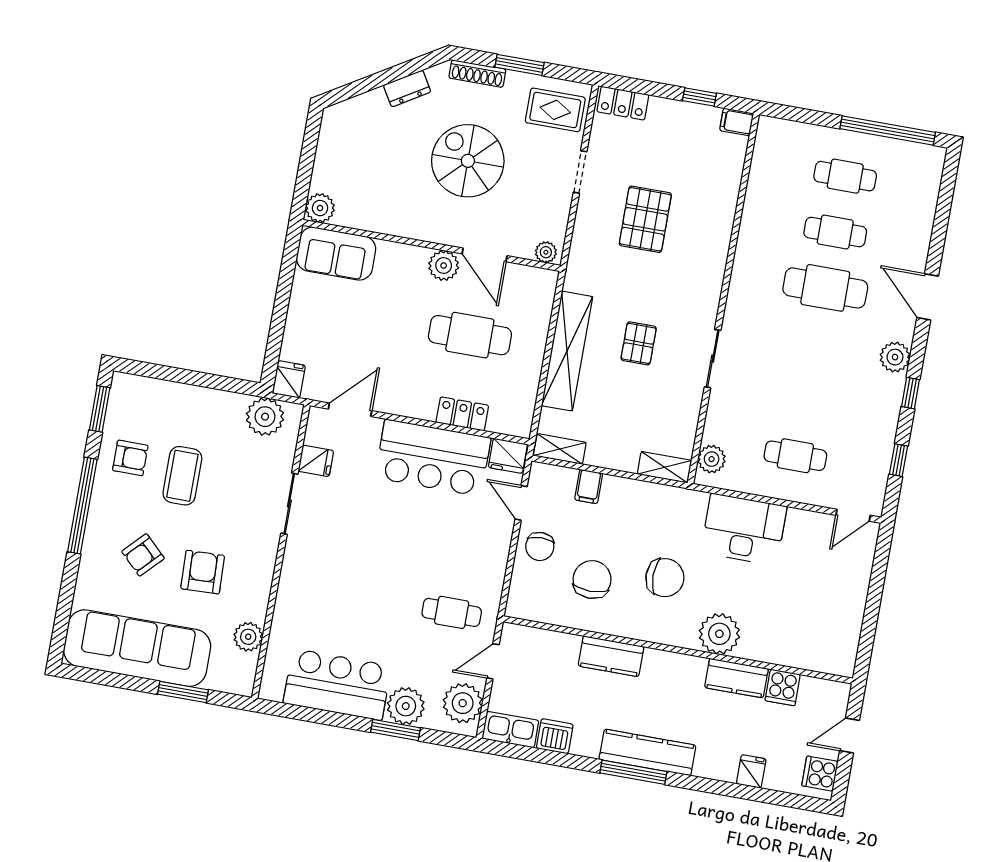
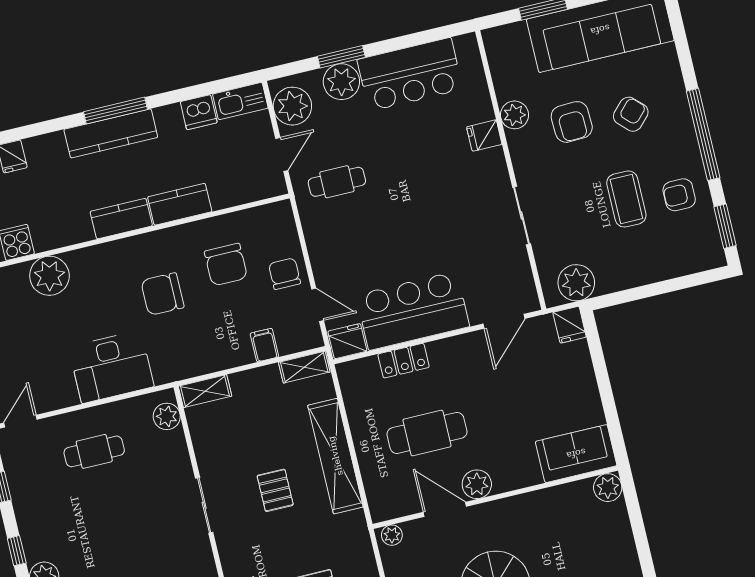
fridge: (316, 461) -> (484, 136), moved
plant: (719, 634) -> (49, 276), moved
plant: (248, 637) -> (515, 115), moved
kitchen counter: (736, 678) -> (121, 219), moved

